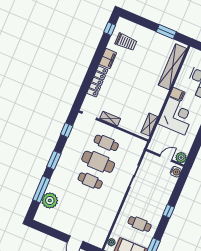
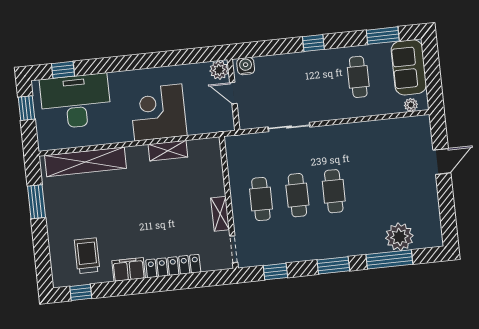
filing cabinet: (177, 94) -> (124, 131), removed
shelving: (149, 125) -> (168, 151), moved
cafe table: (98, 162) -> (297, 195), width x0.73, depth x0.74

